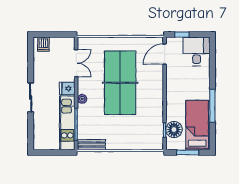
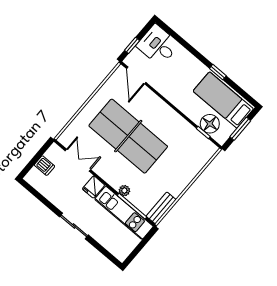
dishwasher: (43, 44) -> (45, 166), moved
plant: (82, 99) -> (124, 191), moved
window: (212, 106) -> (218, 72), width x0.46

